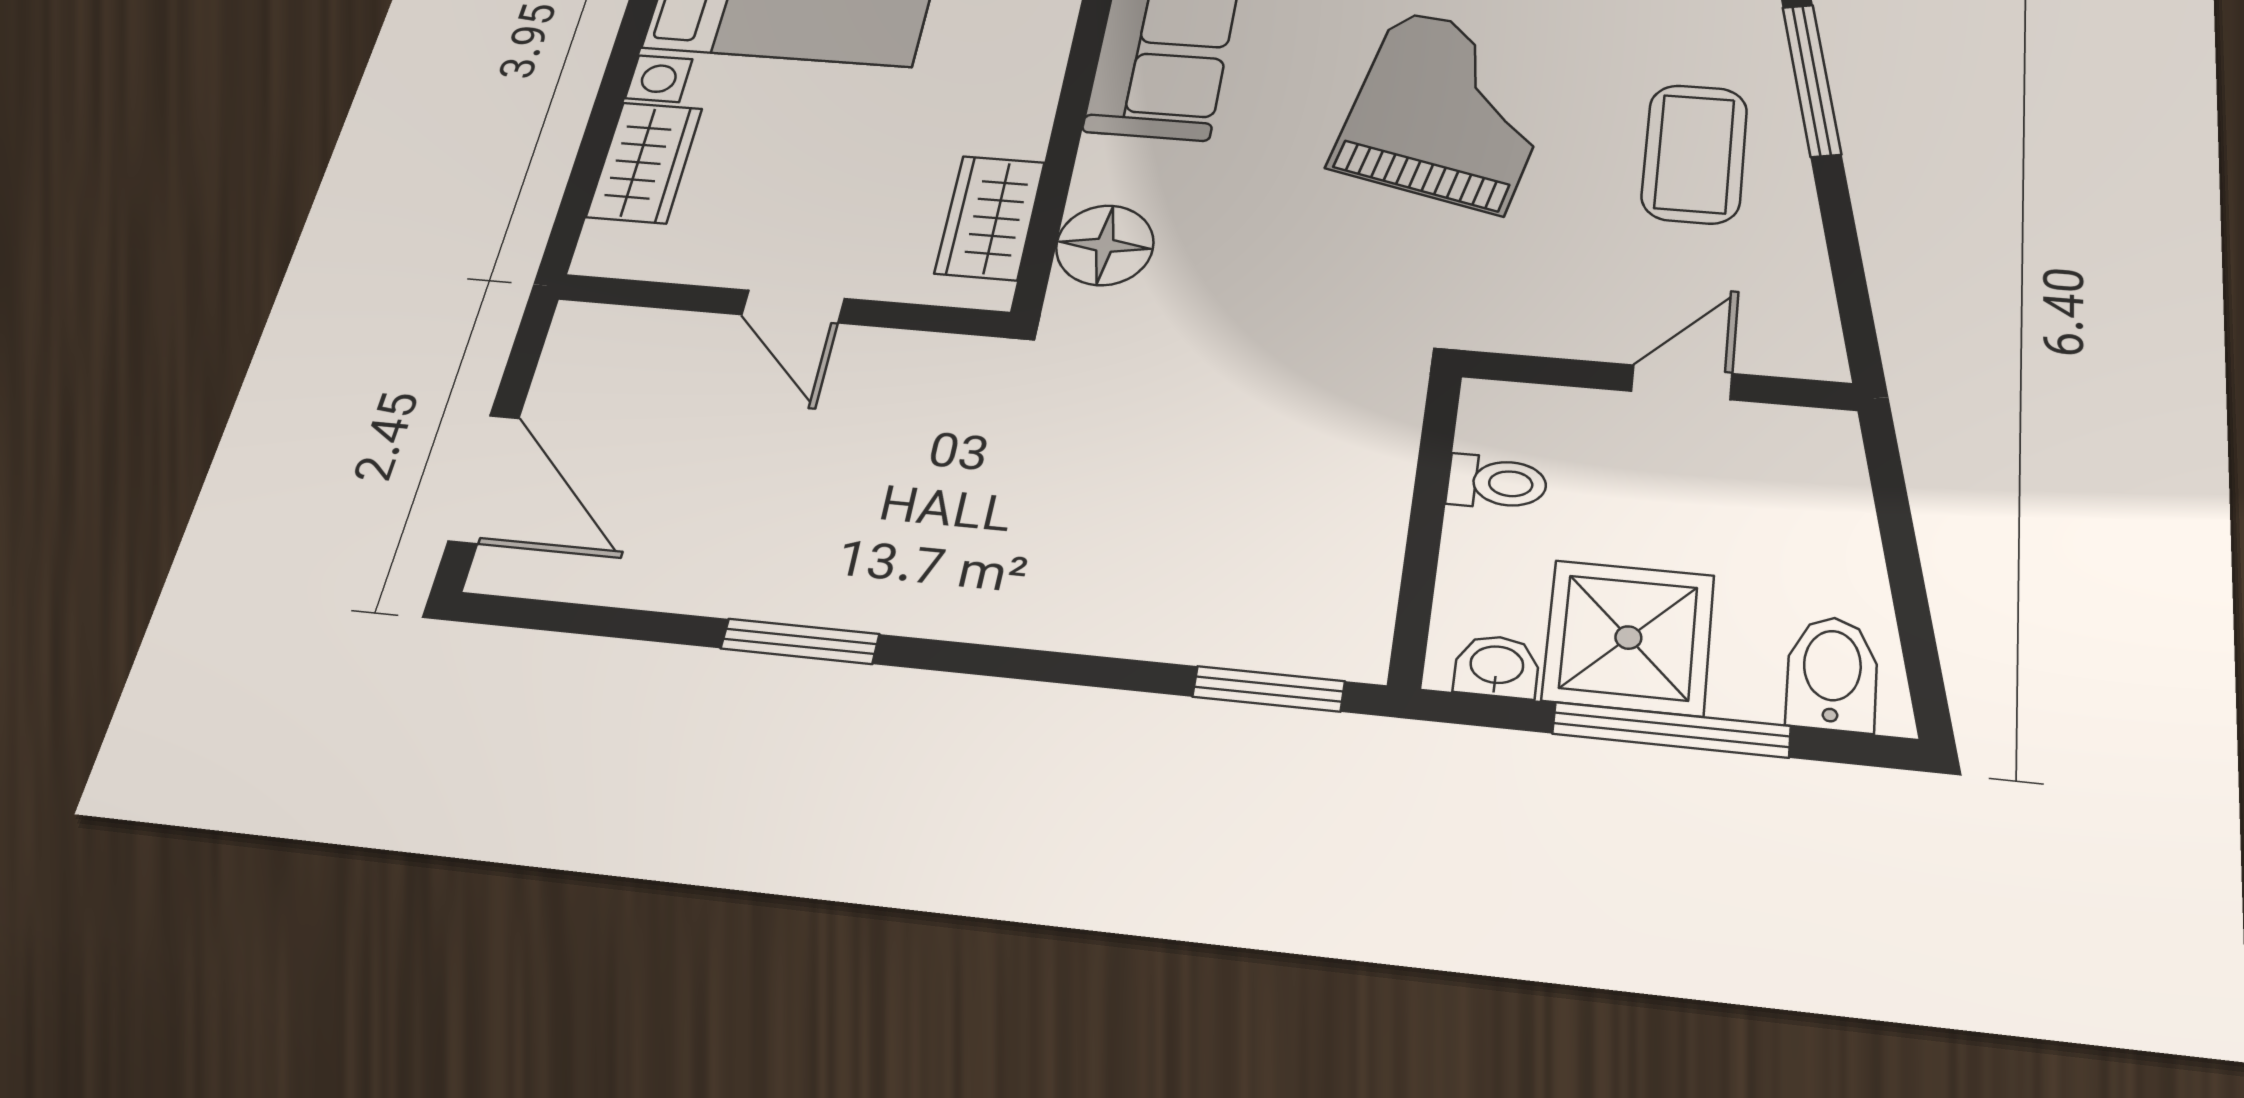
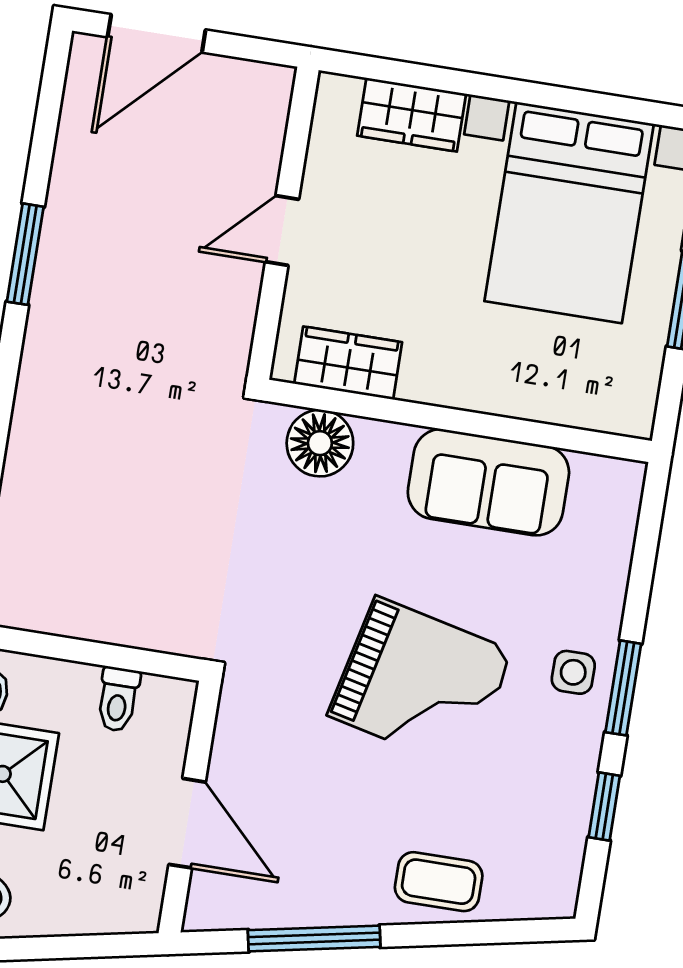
window: (1812, 80) -> (314, 938), moved
coffee table: (1694, 154) -> (439, 882), moved, width x0.73, depth x0.77
door: (1682, 382) -> (187, 823), width x1.38

